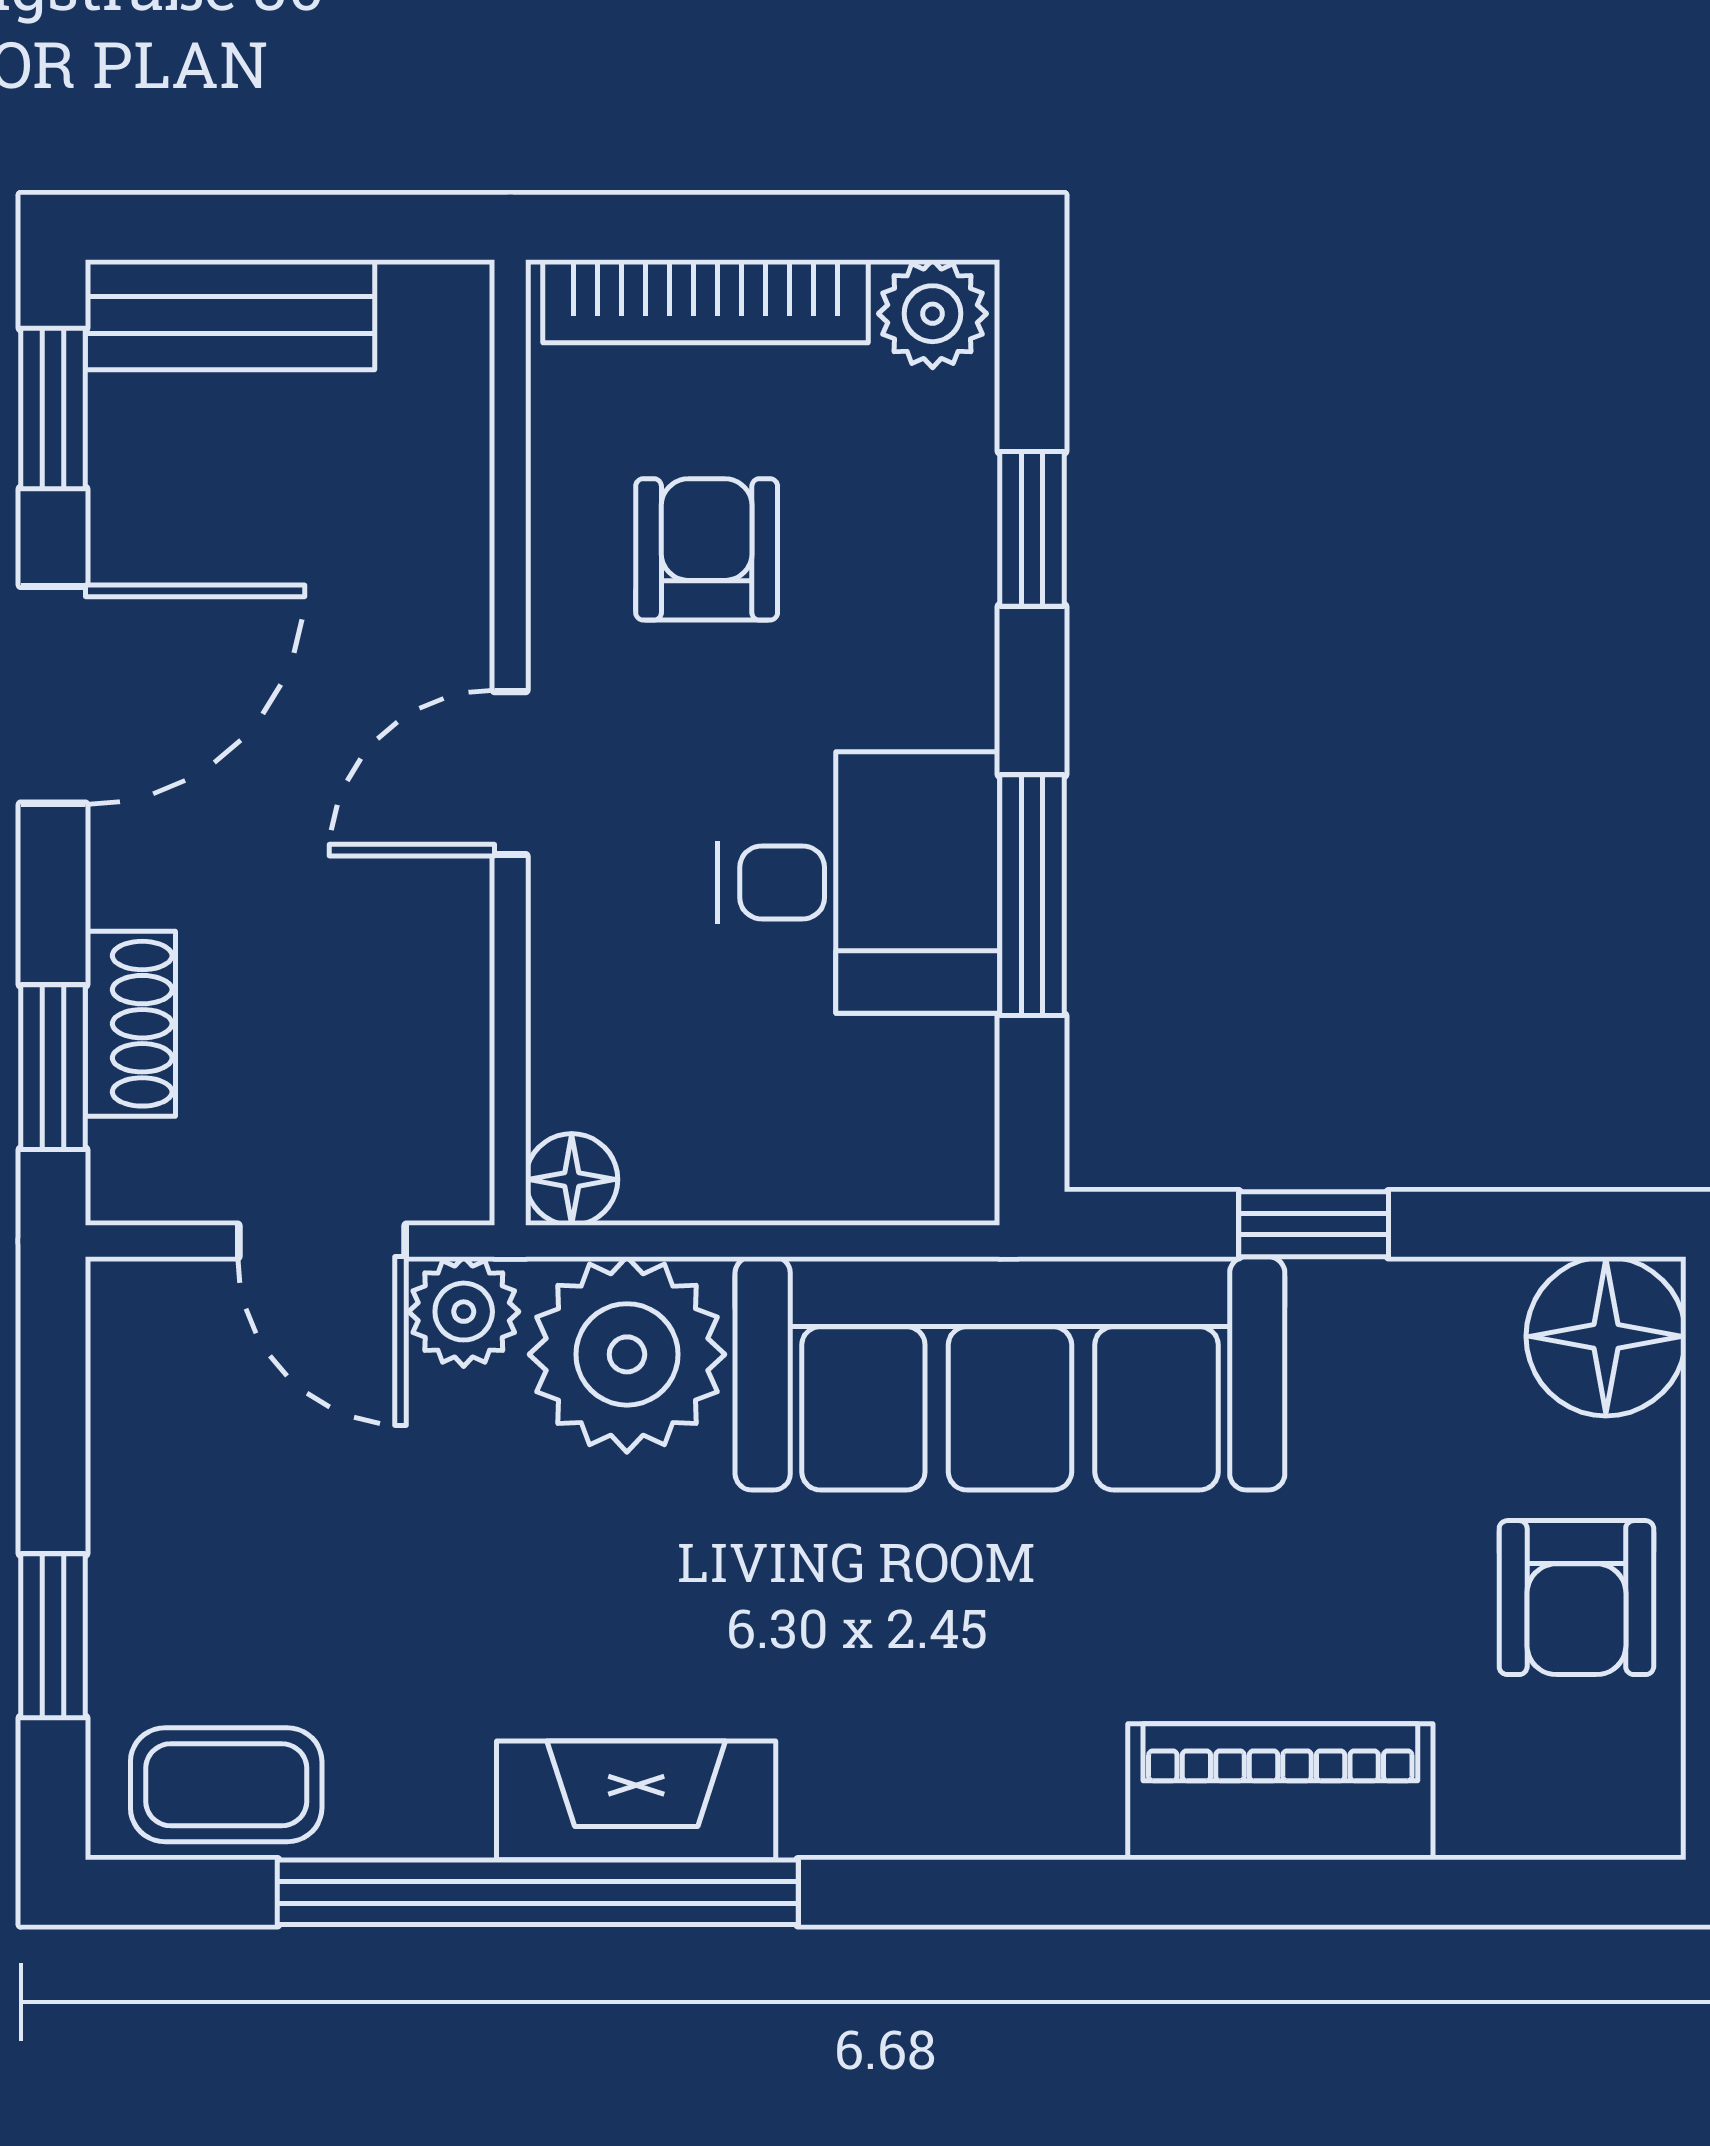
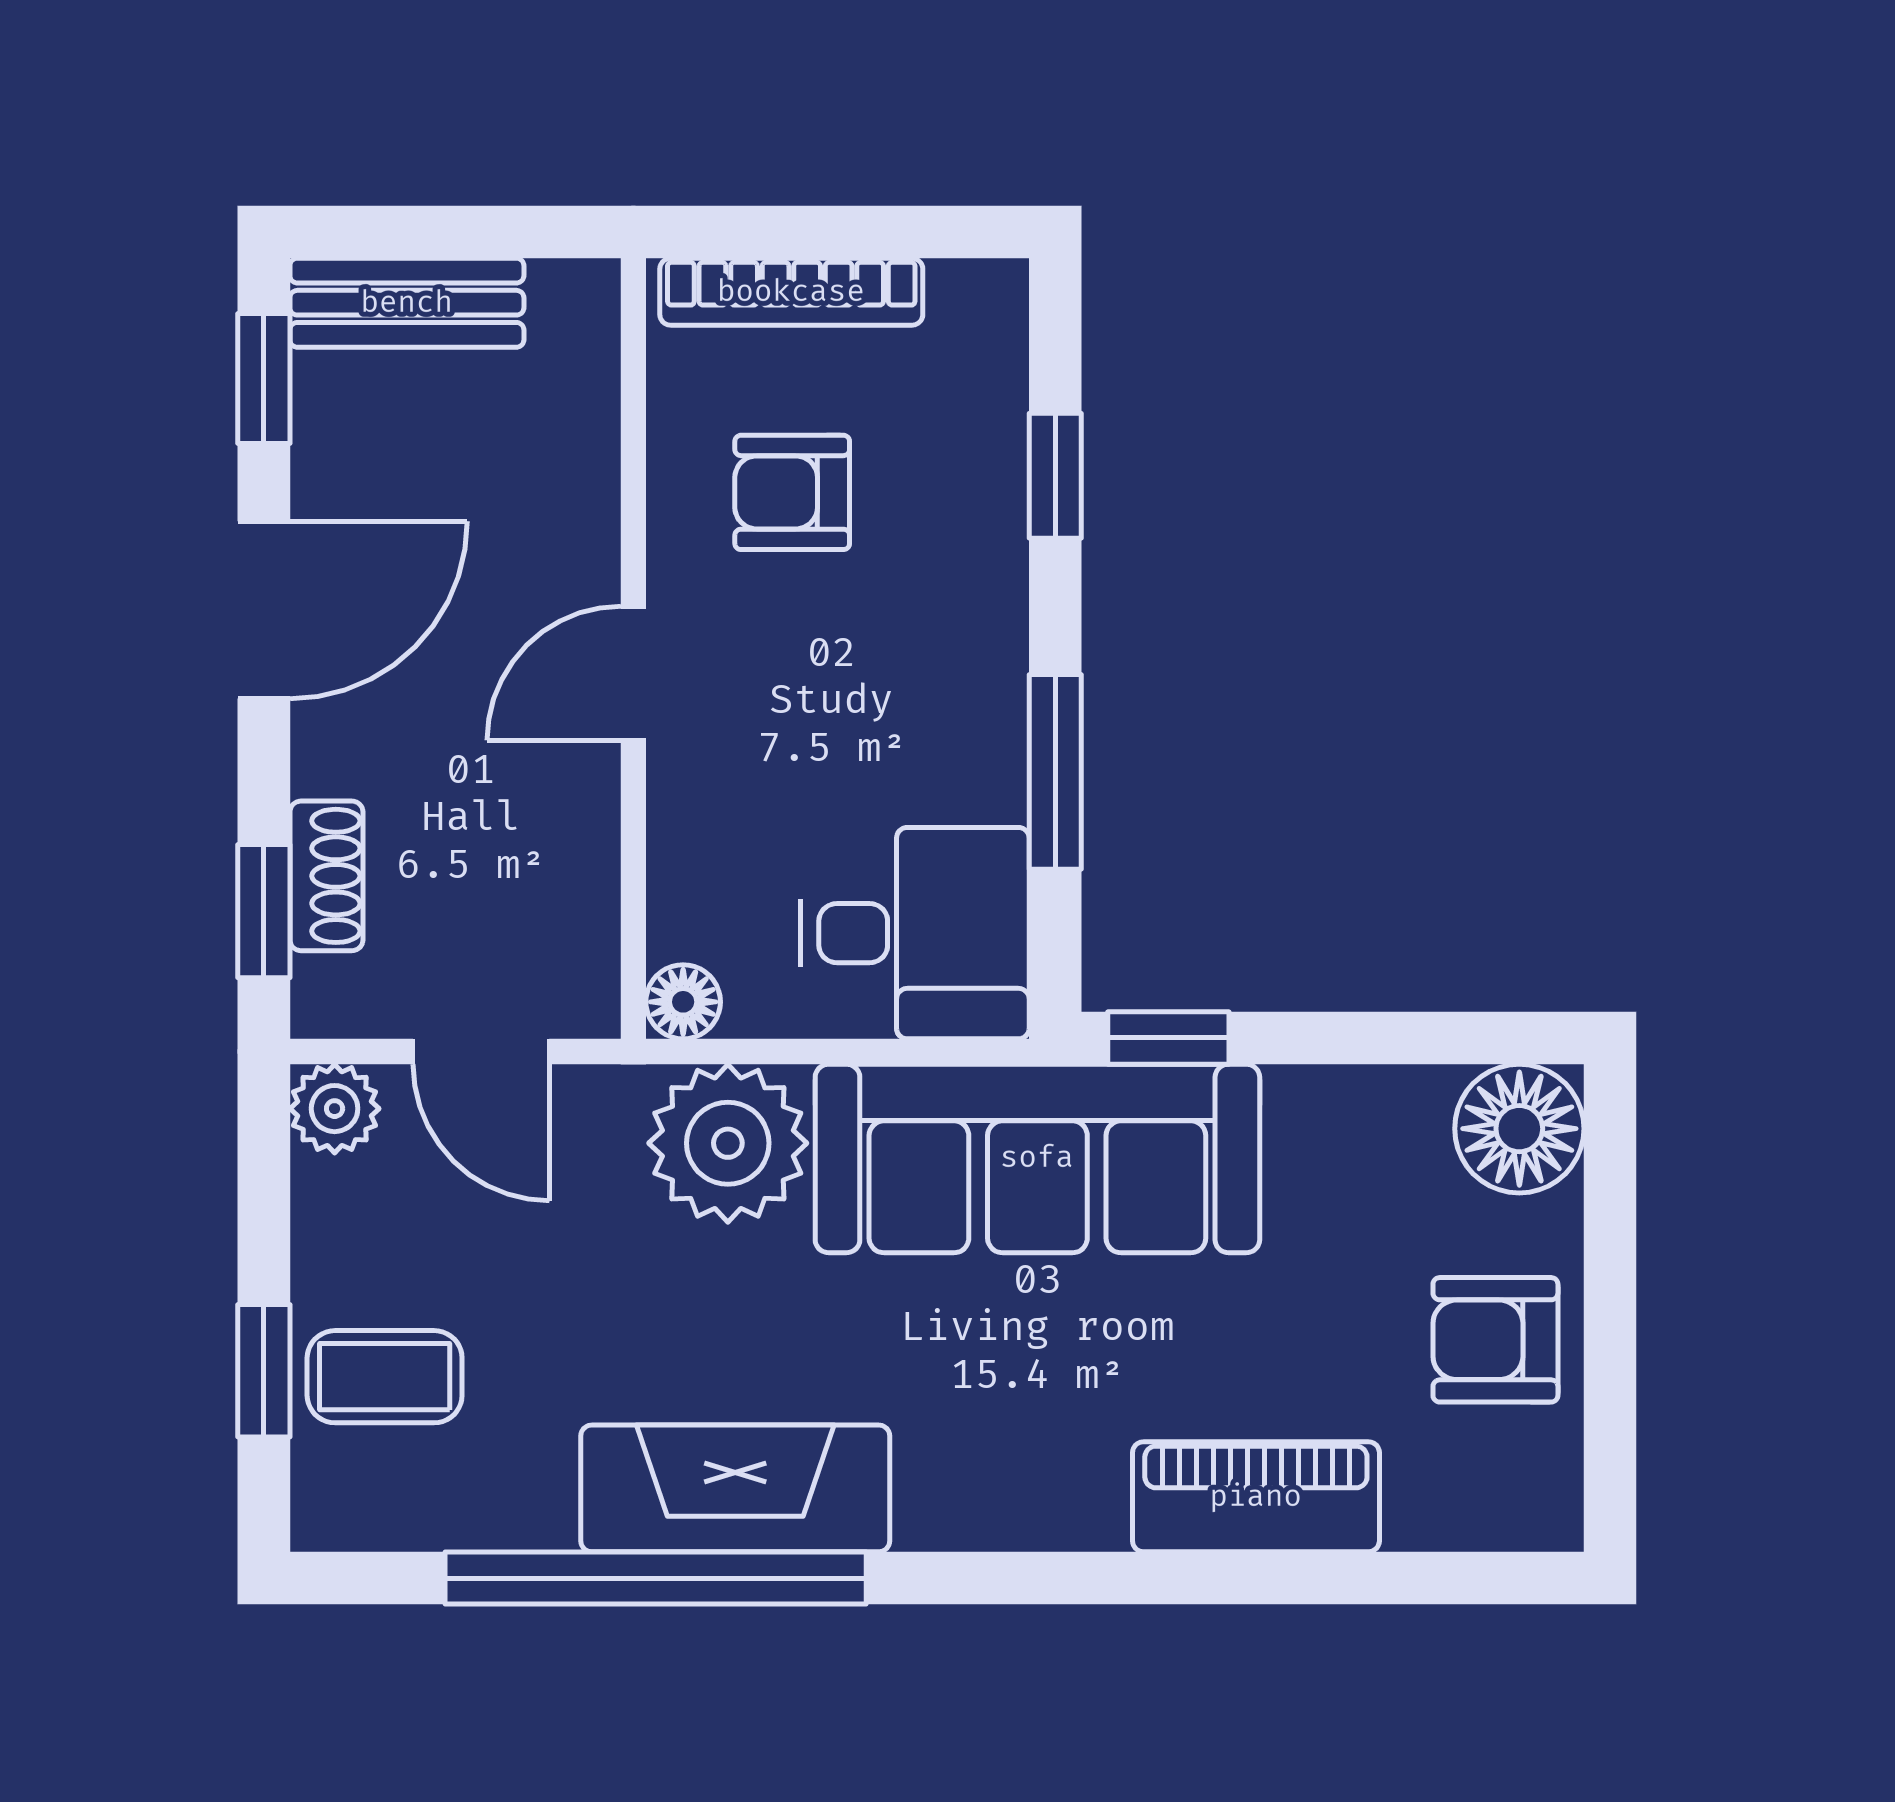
plant: (933, 314) -> (975, 302), removed
armchair: (707, 549) -> (792, 492), turned -90
desk: (858, 882) -> (915, 933), moved
window: (1314, 1224) -> (1168, 1038), moved
plant: (464, 1312) -> (335, 1109), moved
armchair: (1576, 1598) -> (1495, 1340), turned 90
coffee table: (226, 1785) -> (385, 1377), moved
fireplace: (636, 1800) -> (735, 1488), width x1.37, depth x1.32

